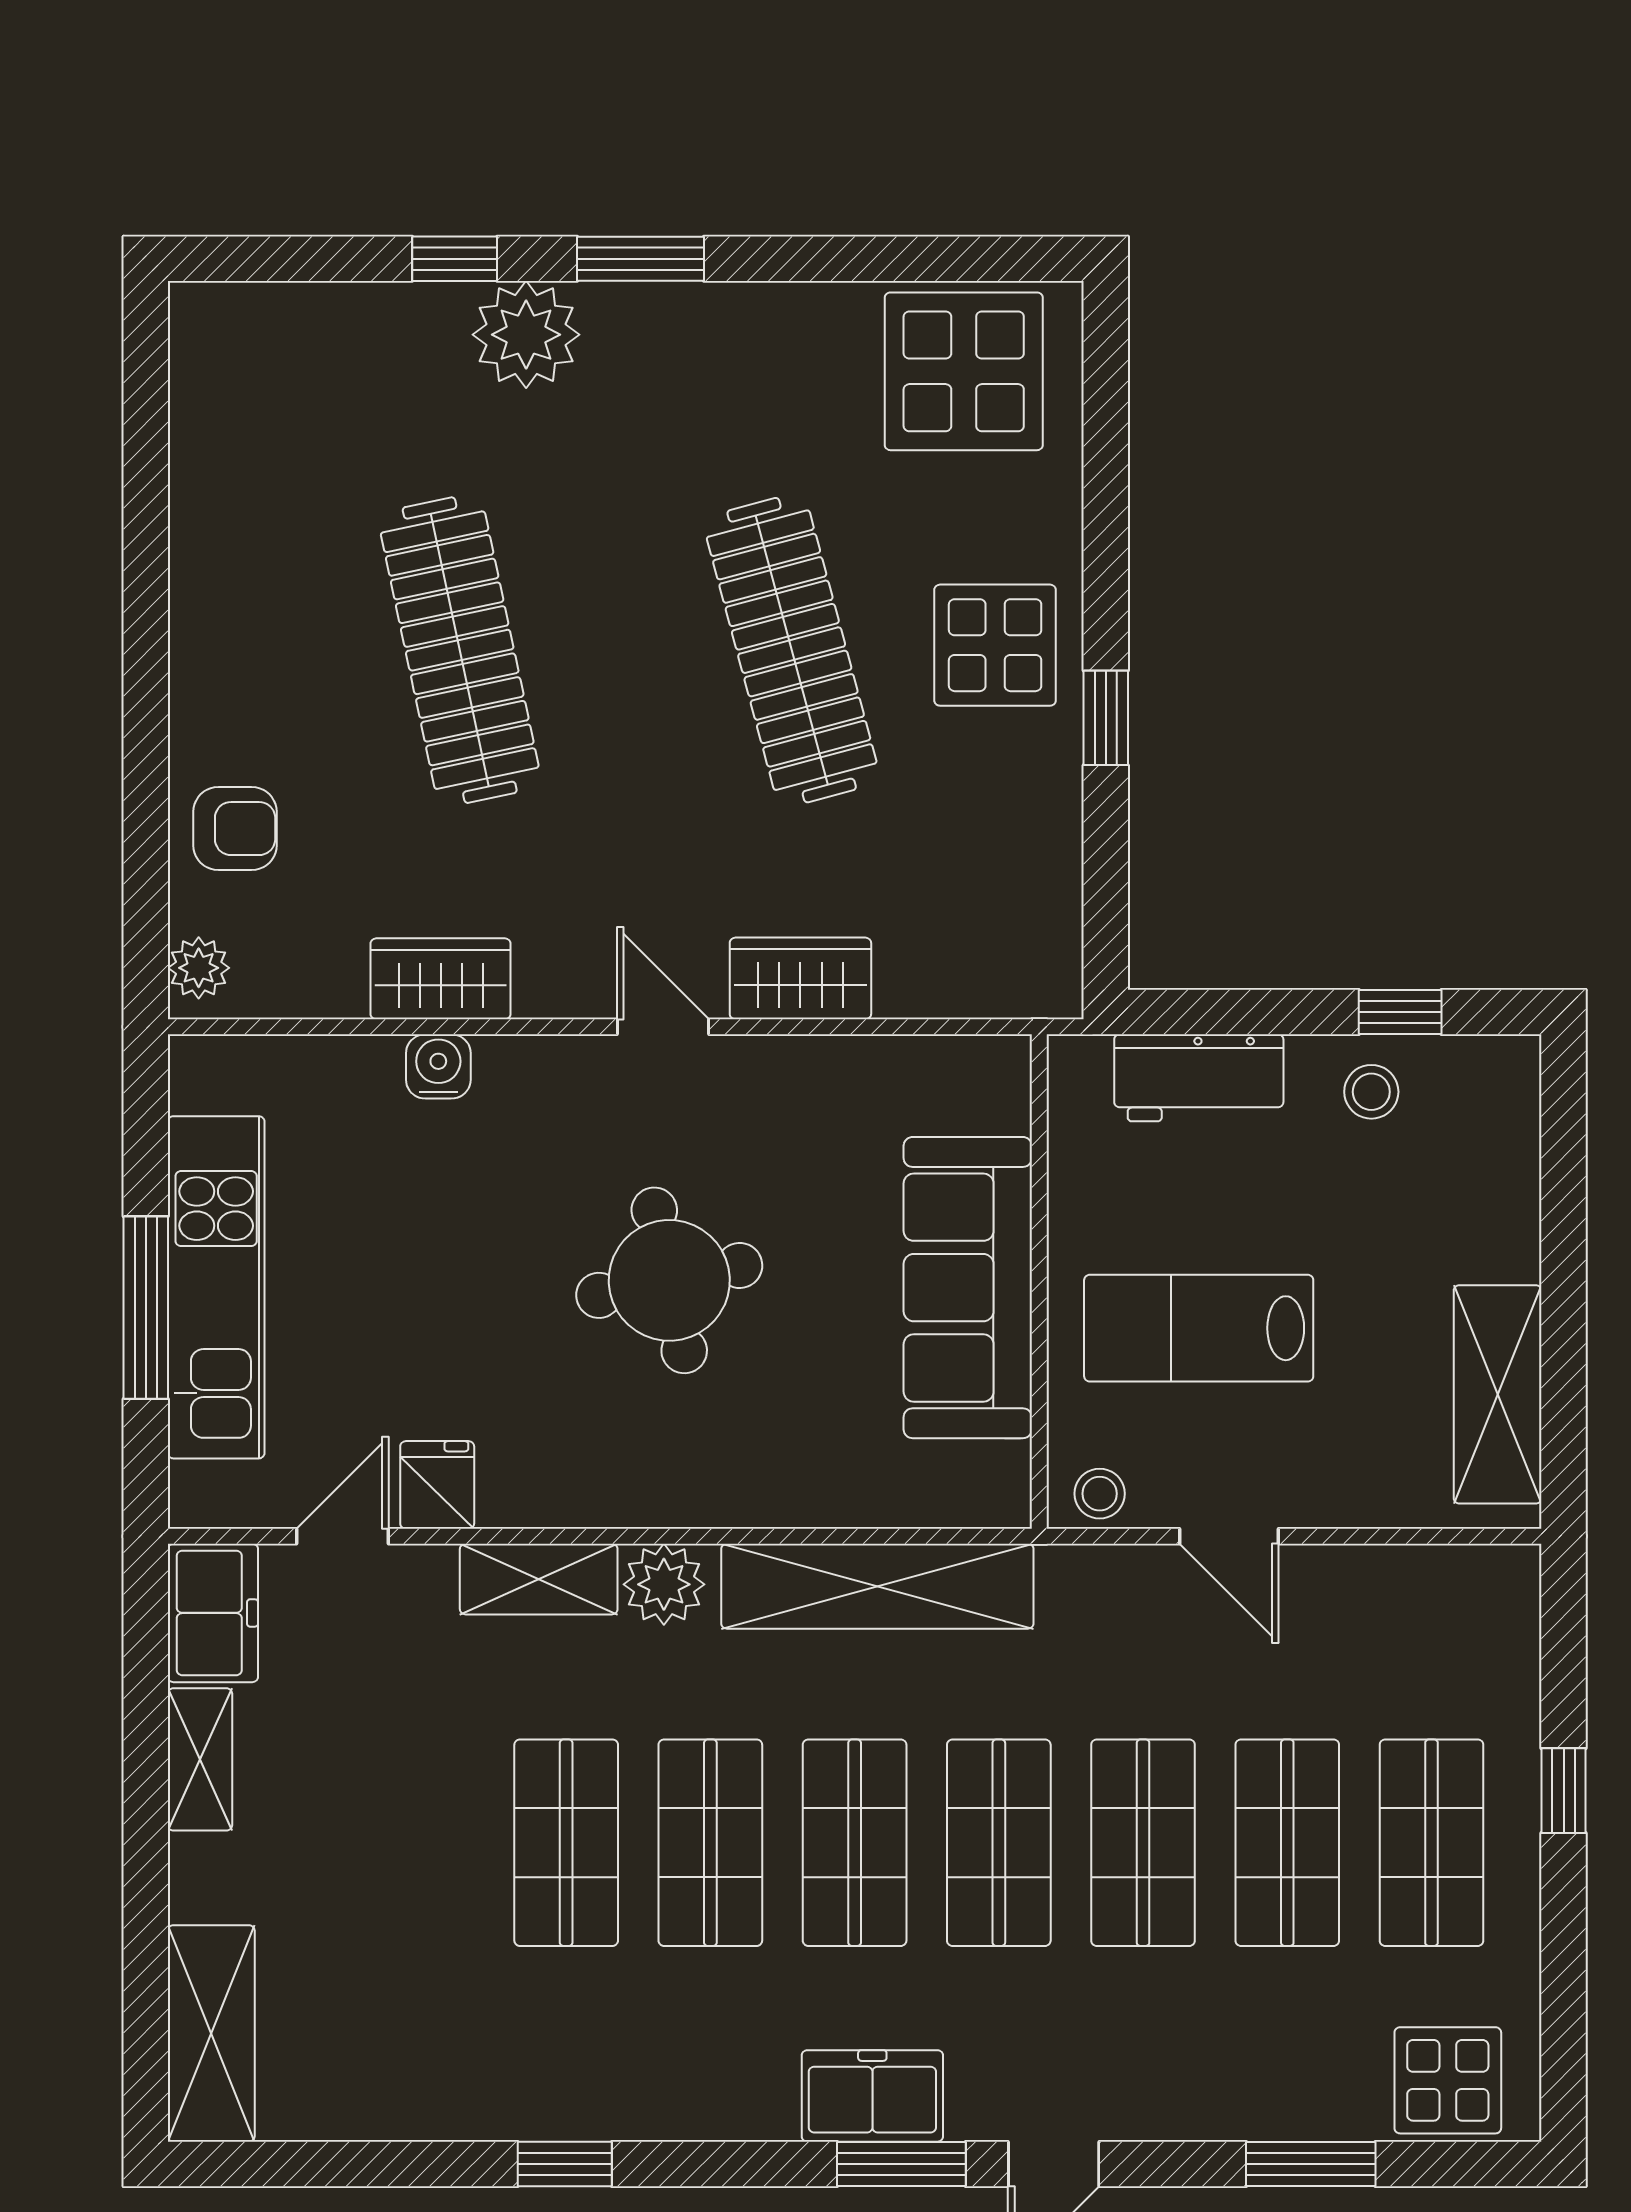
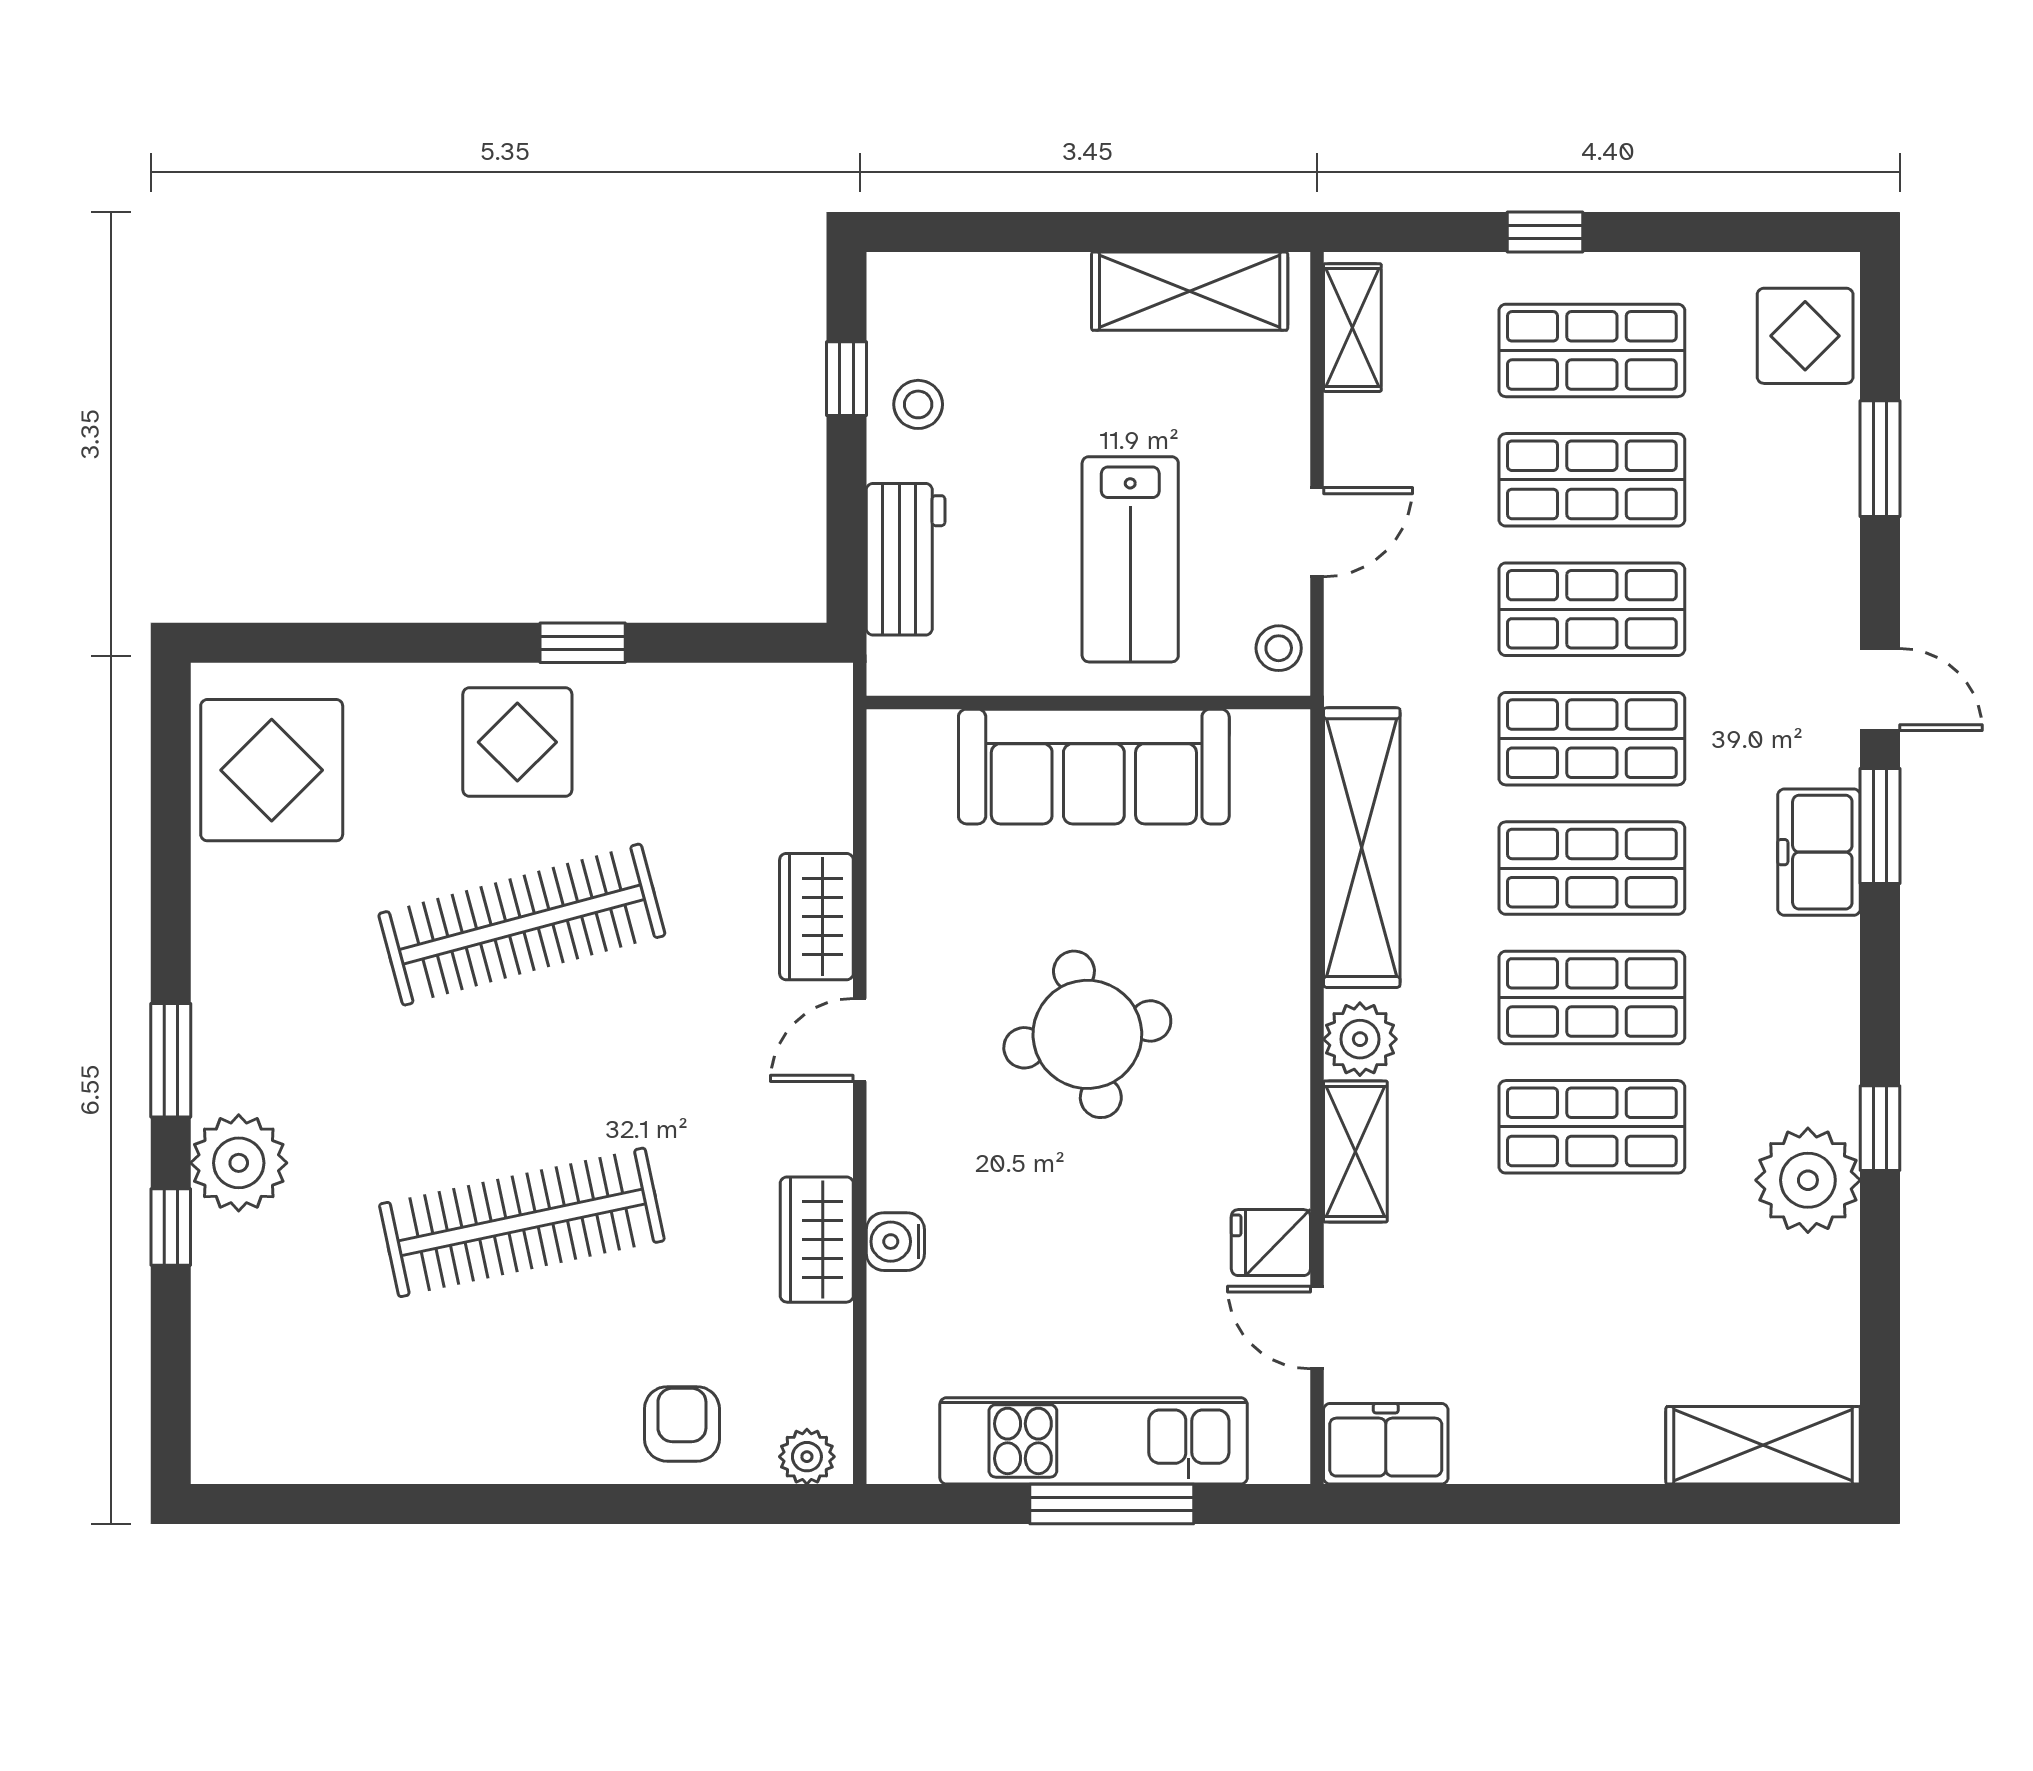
shelving: (200, 1759) -> (1352, 328), moved, turned 90
plant: (507, 2084) -> (1808, 1180), added

